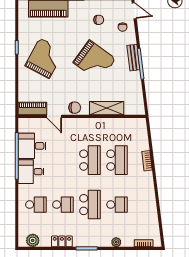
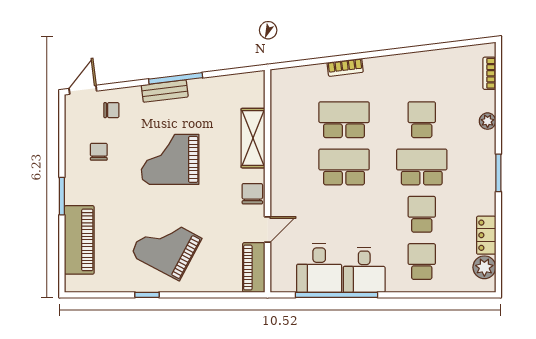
grand piano: (94, 61) -> (170, 159), turned -126
locker: (62, 241) -> (486, 235), moved

